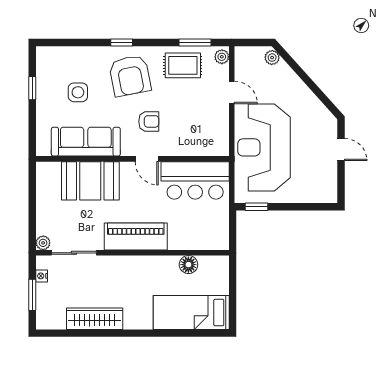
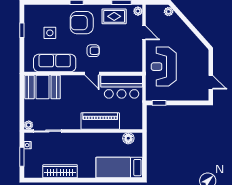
armchair: (130, 76) -> (82, 23), turned 101
reception desk: (264, 147) -> (164, 67), width x0.74, depth x0.77
door: (341, 150) -> (211, 82), moved
booth: (90, 181) -> (43, 87), moved
piano: (136, 236) -> (100, 121), moved
floor lamp: (188, 265) -> (128, 138), moved

